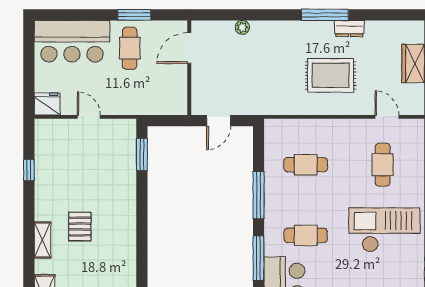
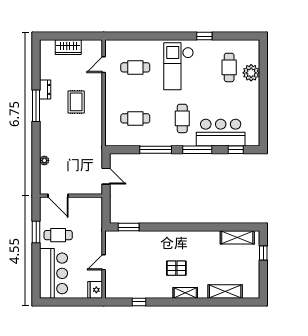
rug: (331, 75) -> (76, 102), width x0.73, depth x0.70
cafe table: (306, 165) -> (135, 118), turned 90

